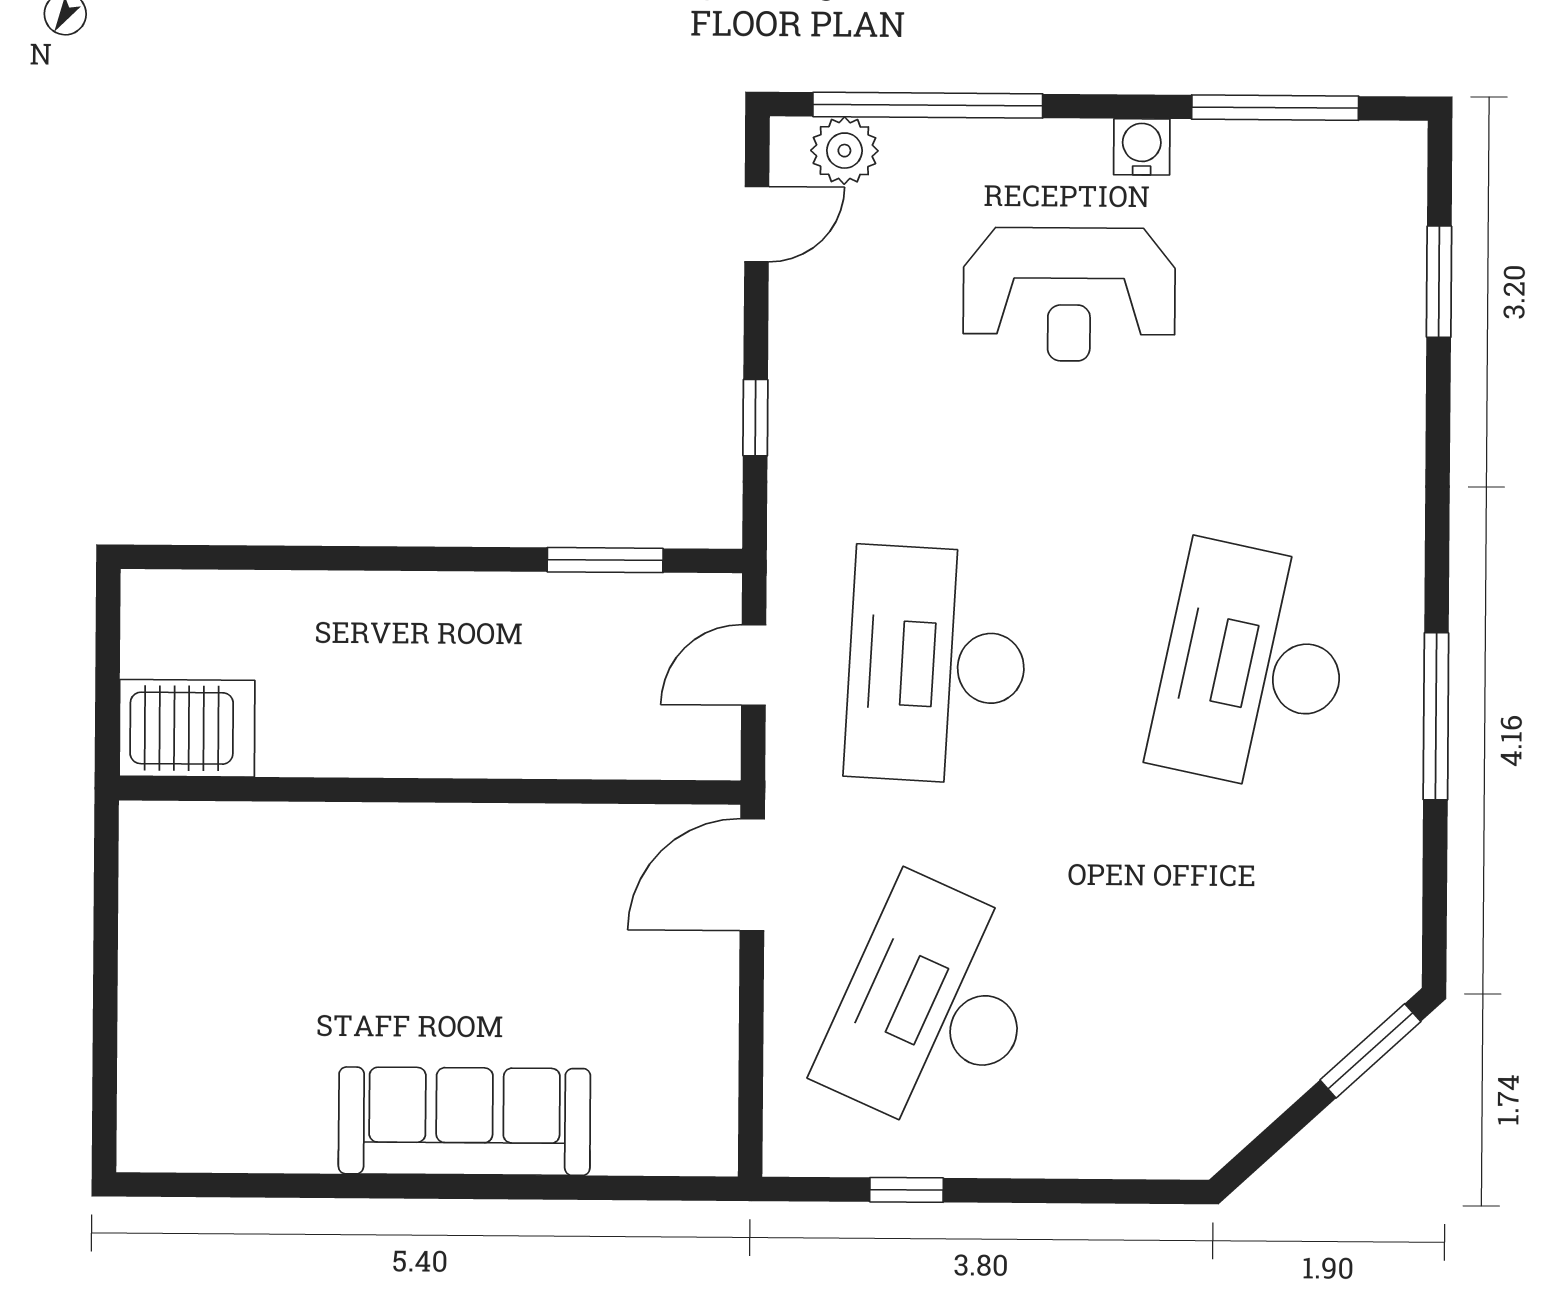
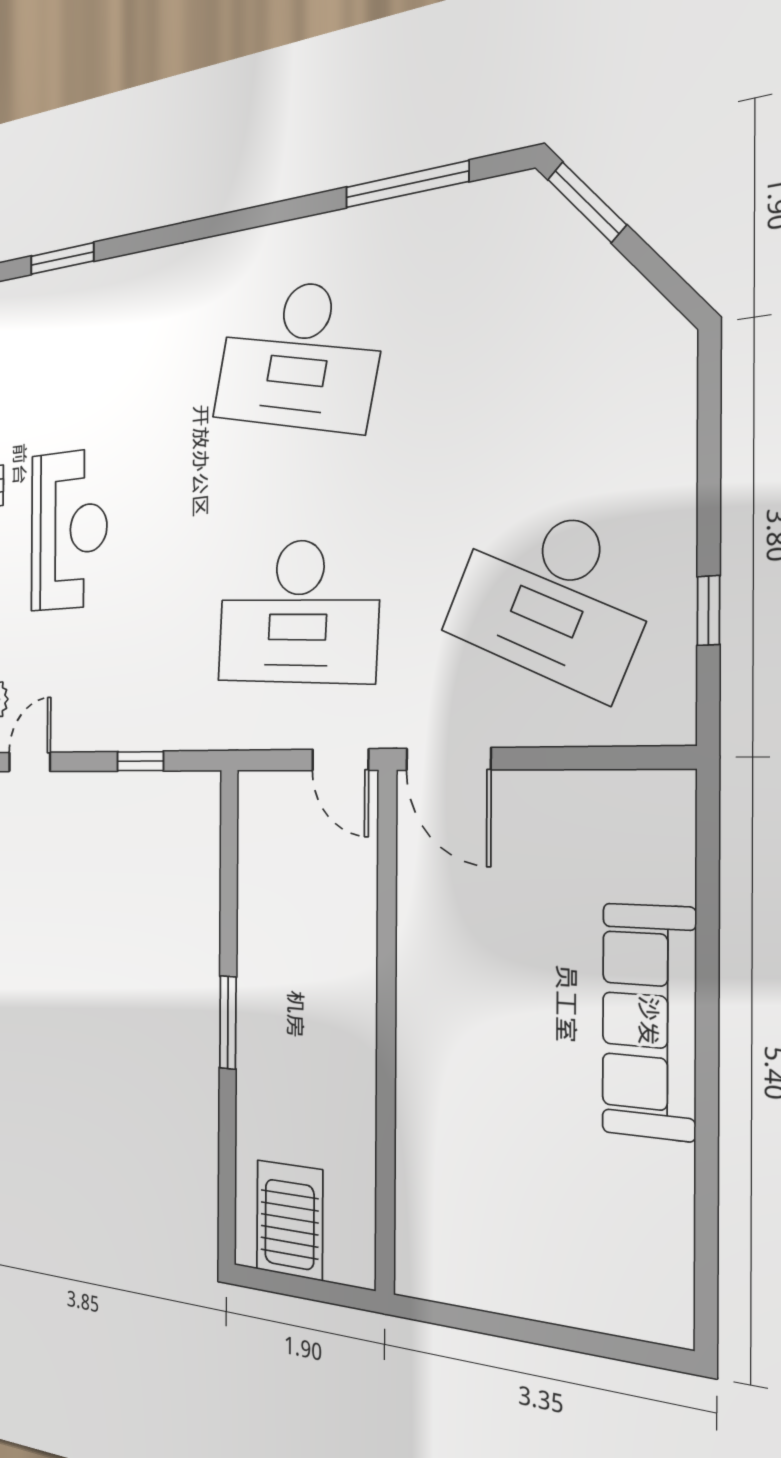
door: (757, 224) -> (30, 762), hinge flipped
window: (605, 560) -> (228, 1022), moved
door: (754, 665) -> (340, 760), moved
window: (1436, 716) -> (406, 184), moved
server rack: (187, 728) -> (290, 1220), moved

